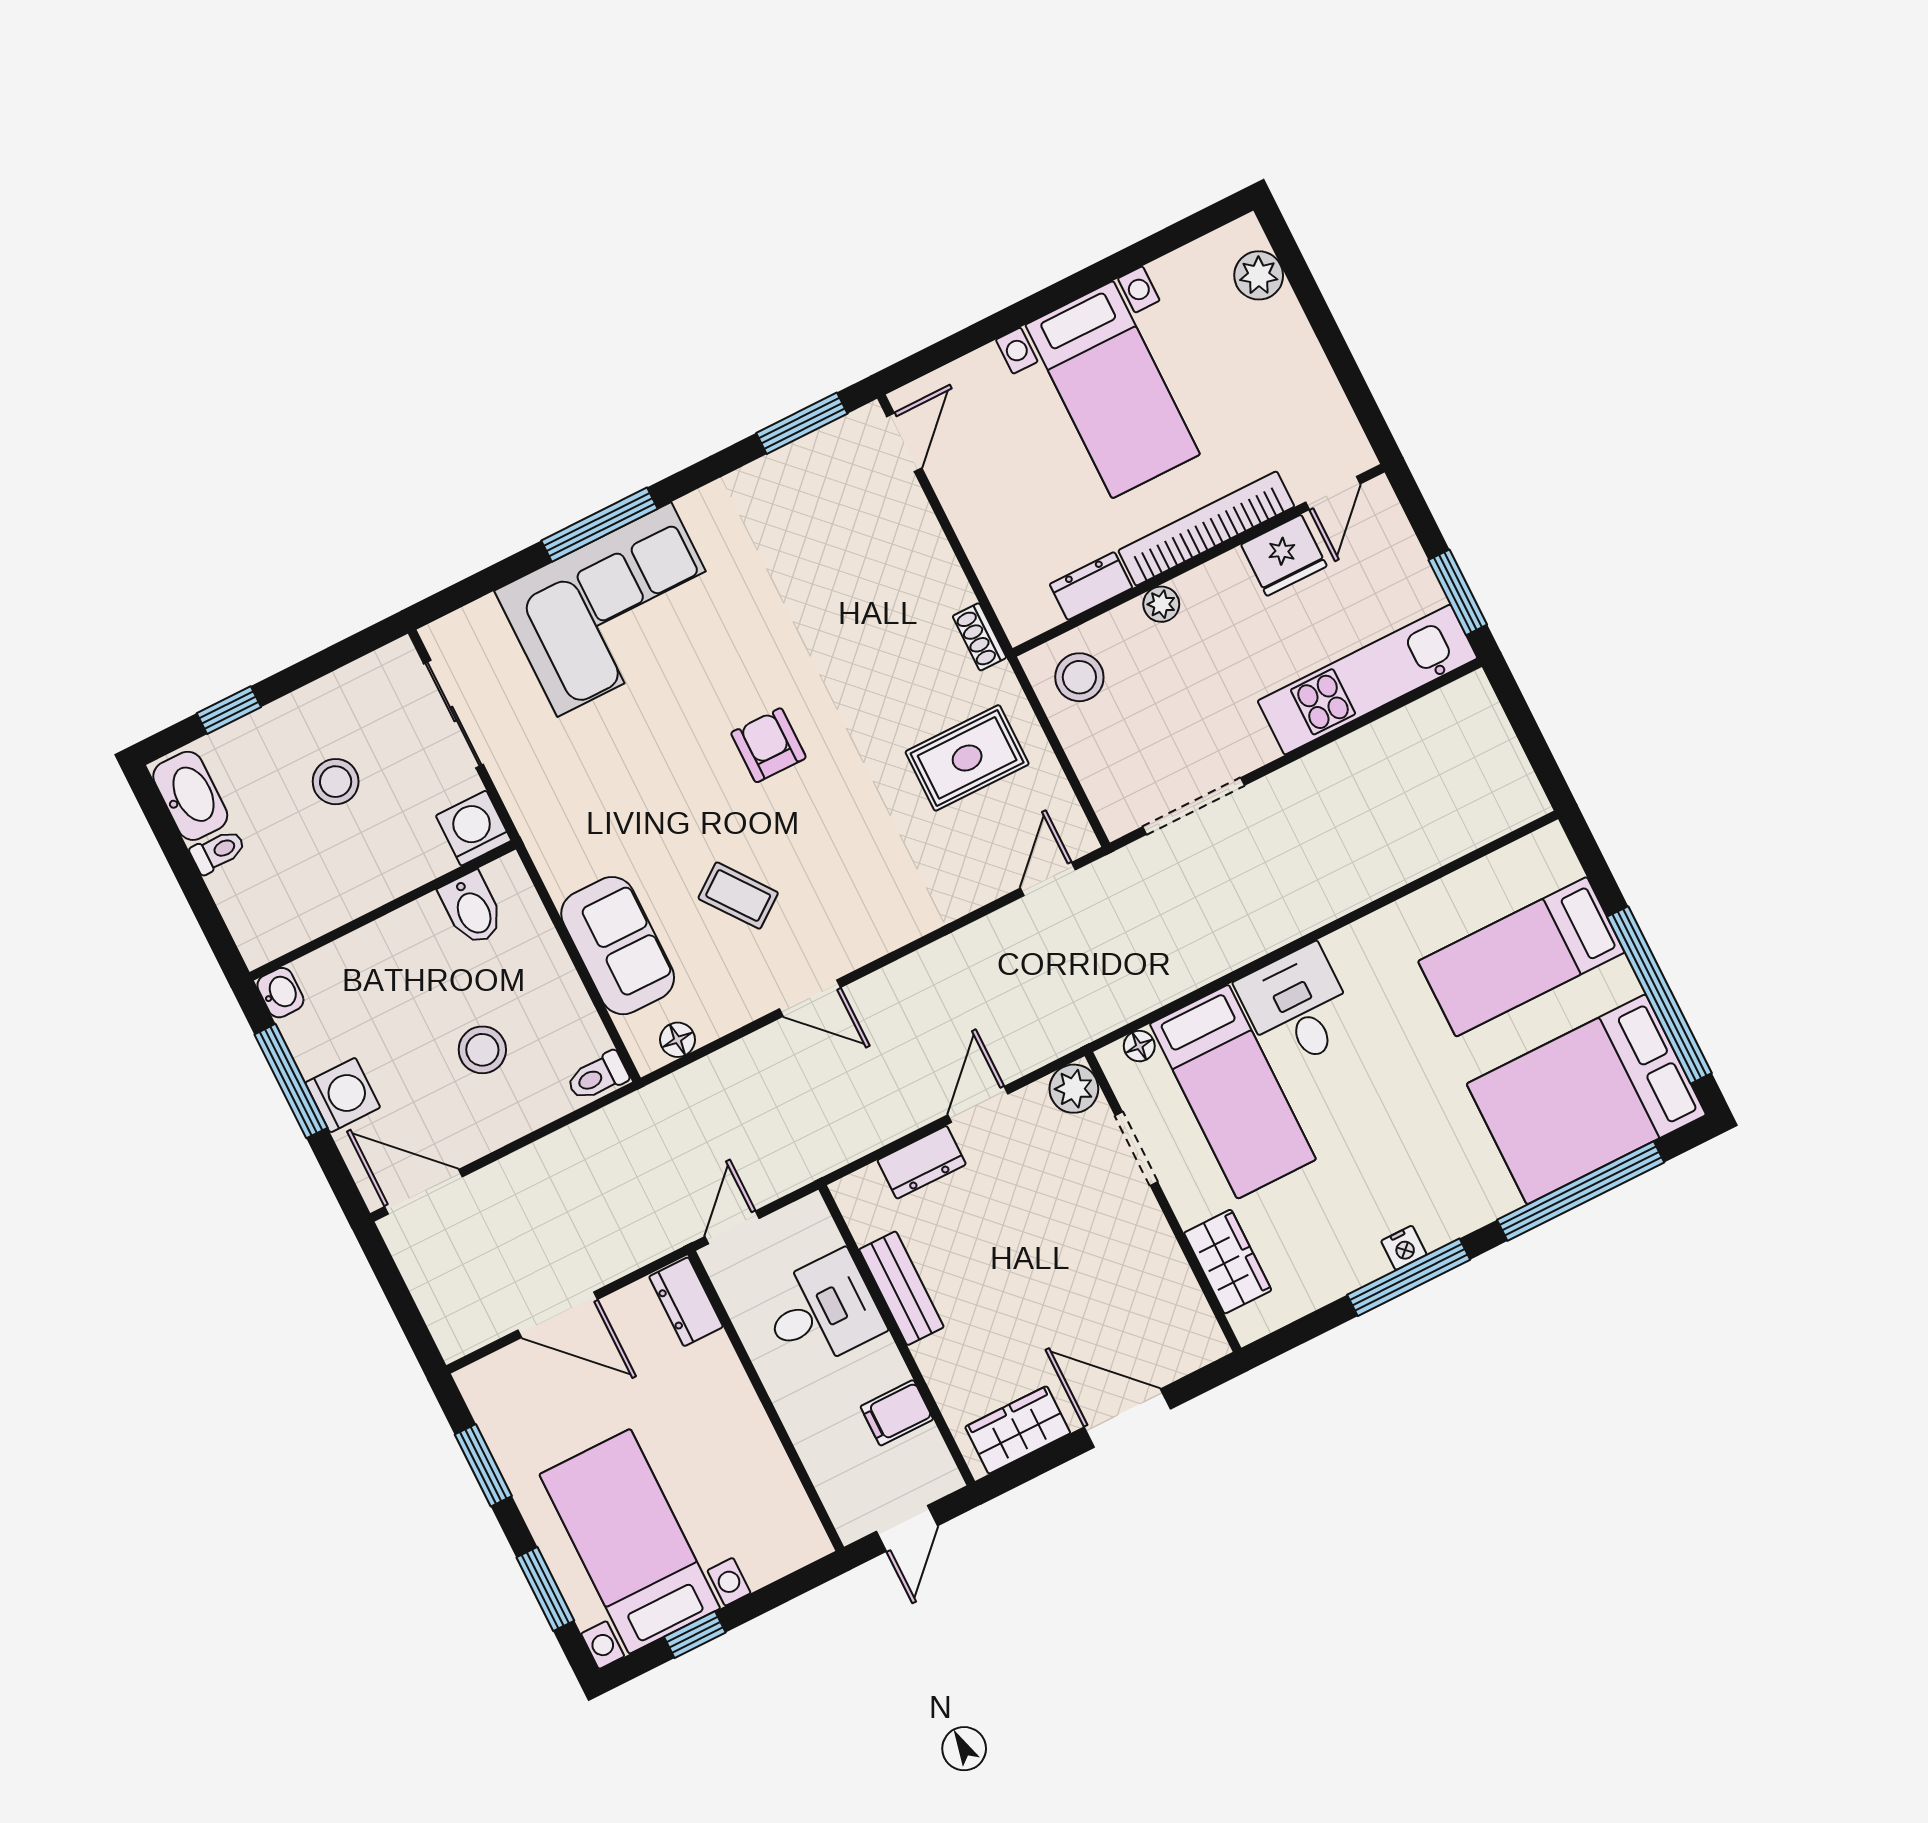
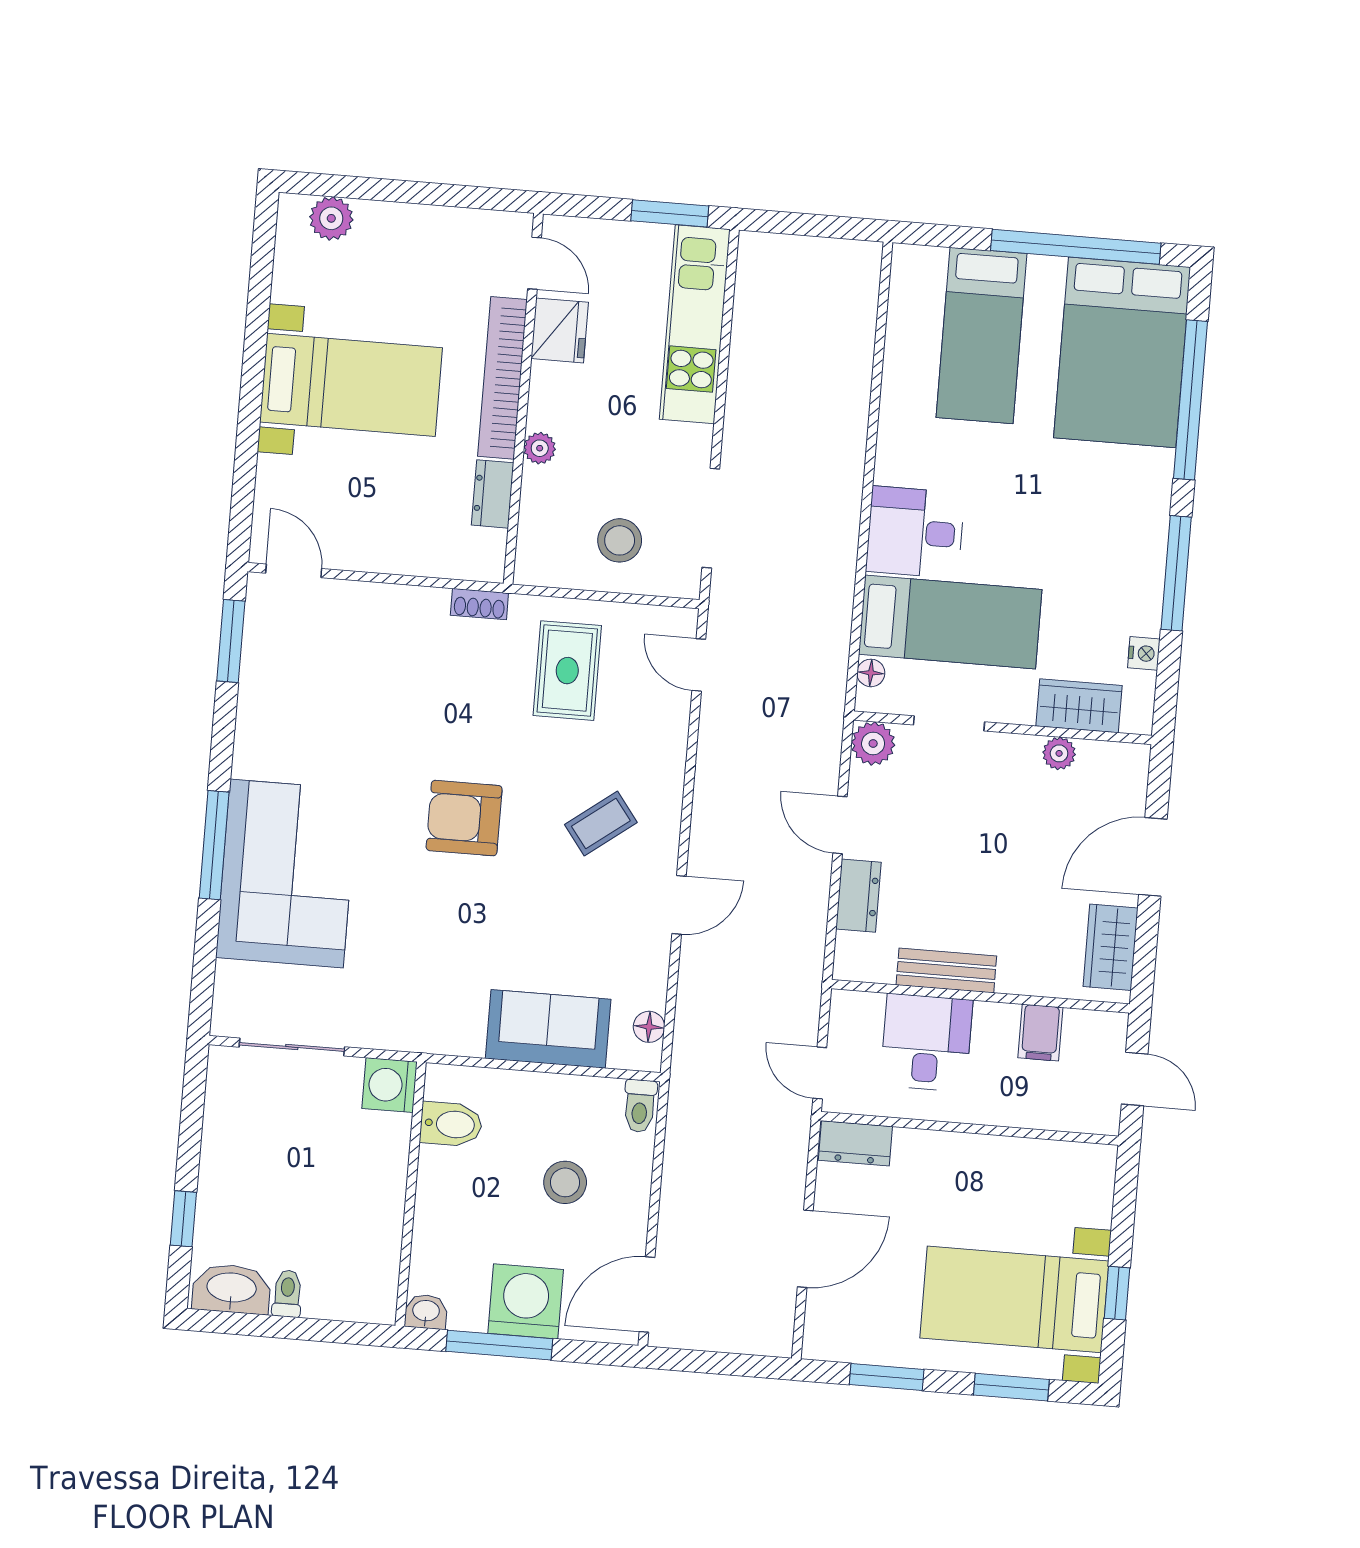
stool: (1079, 677) -> (620, 540), moved
armchair: (768, 745) -> (464, 818), width x1.38, depth x1.38
stool: (336, 782) -> (289, 1170), removed
coffee table: (738, 896) -> (601, 824), moved
washing machine: (343, 1095) -> (526, 1301), width x1.37, depth x1.37
nightstand: (1404, 1248) -> (1144, 653), moved
plant: (1171, 1270) -> (1059, 753), added

